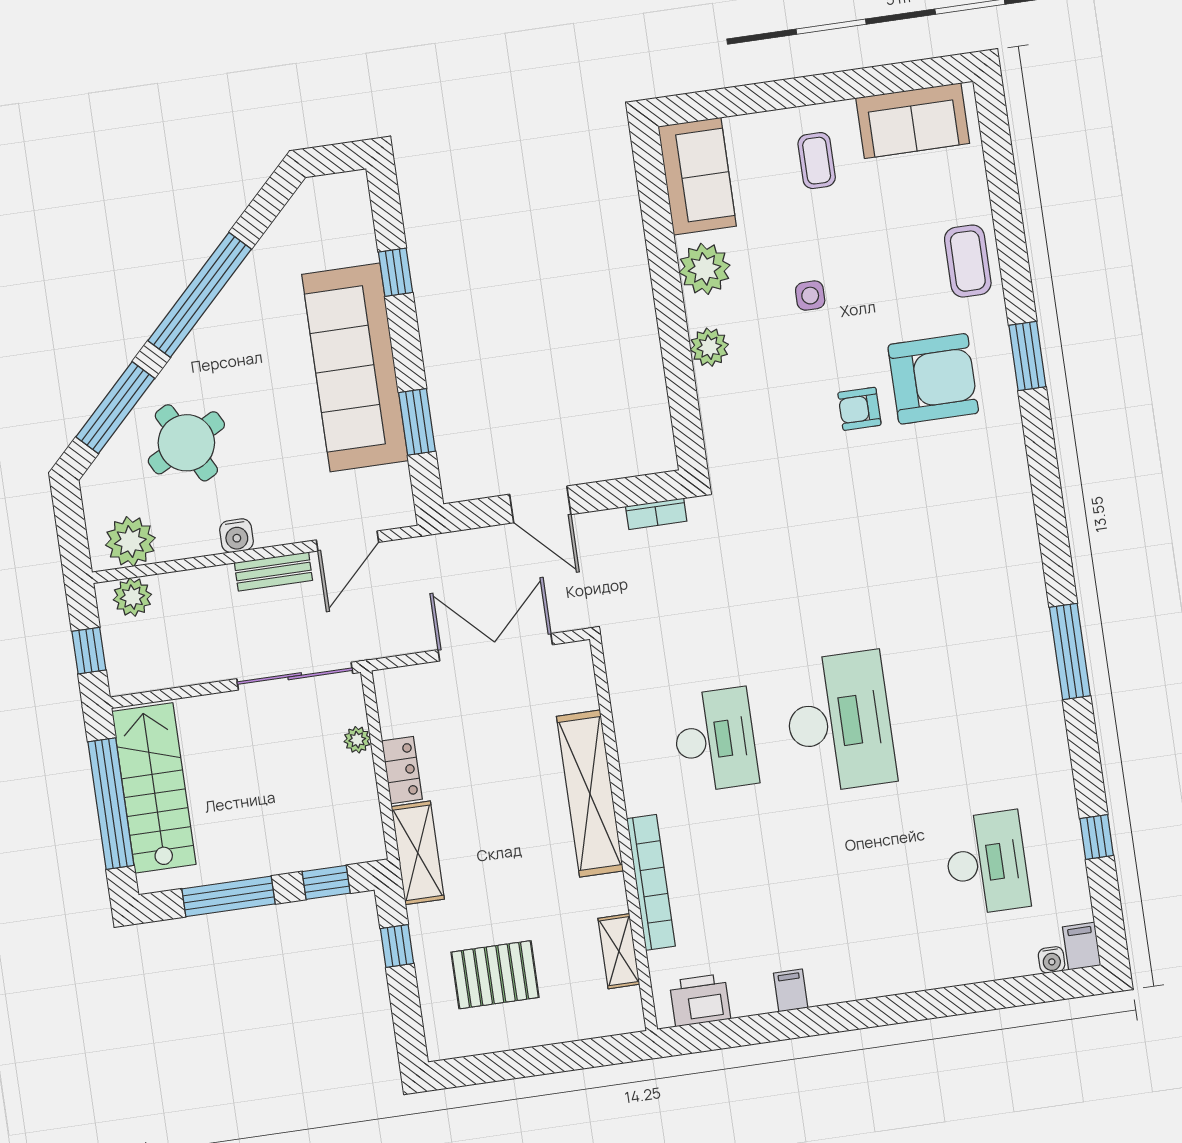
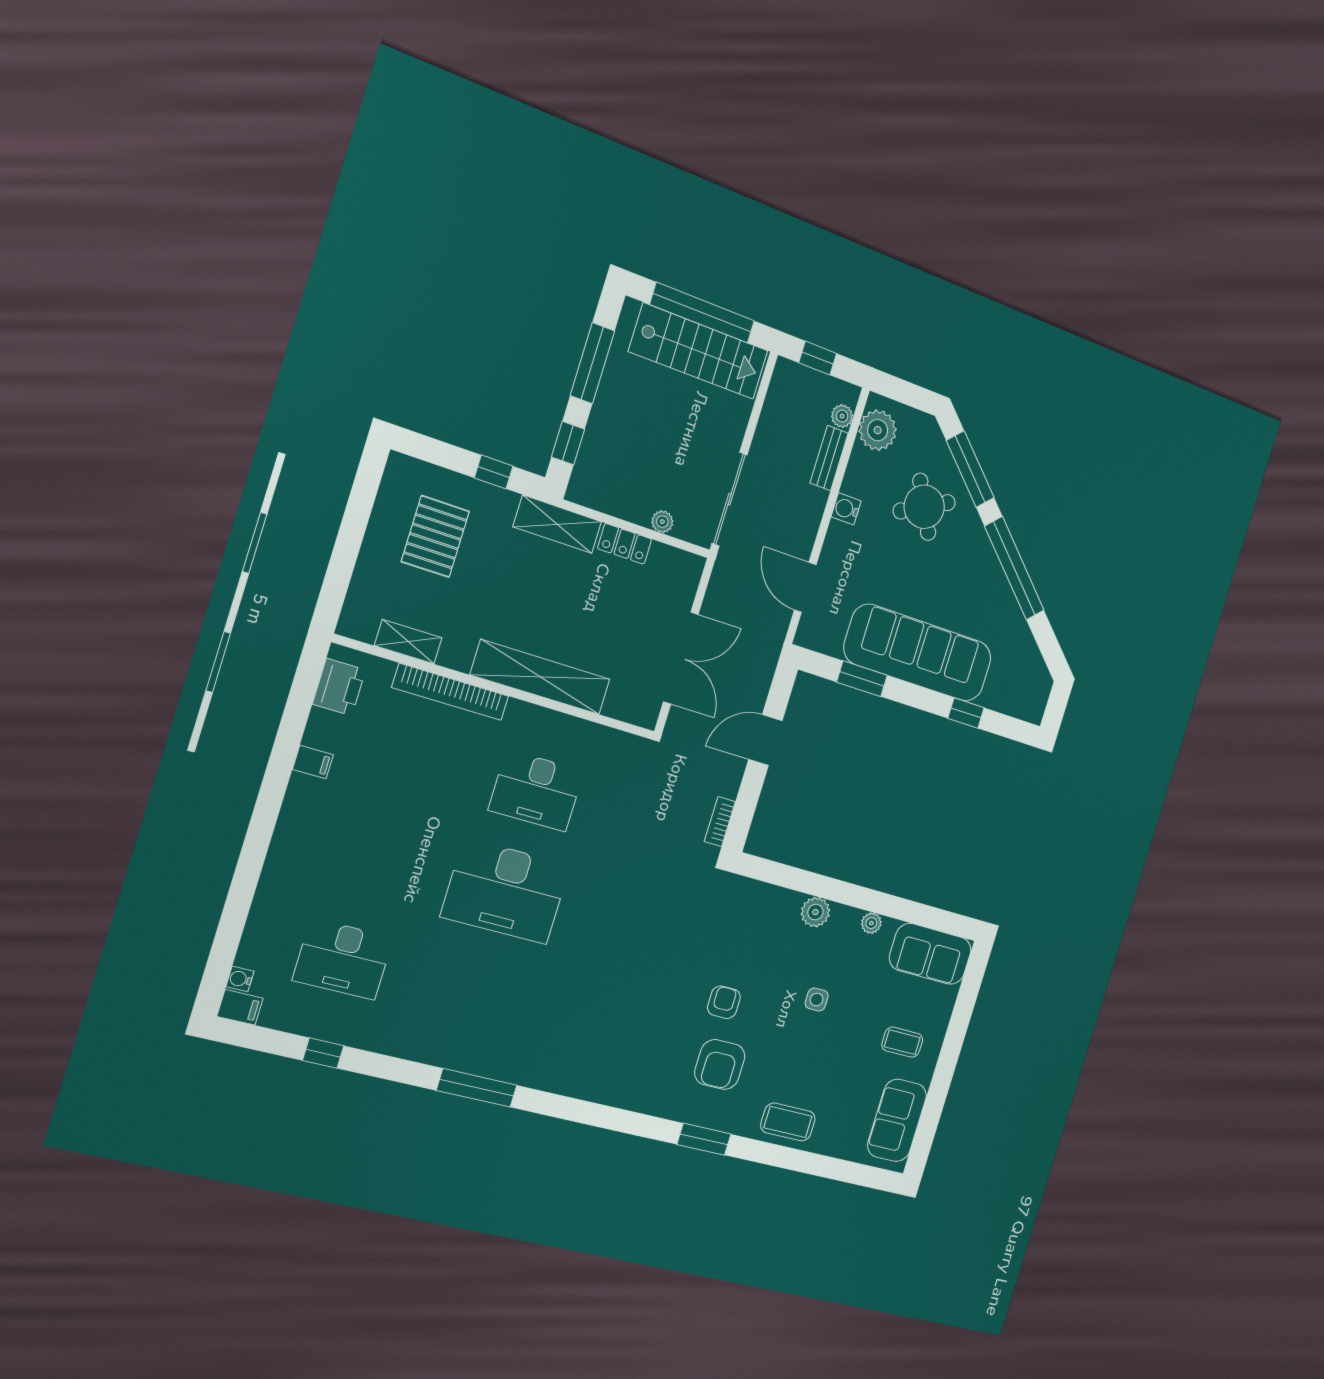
plant: (705, 269) -> (871, 923), width x0.53, depth x0.53
armchair: (933, 379) -> (720, 1064), width x0.73, depth x0.73
bench: (273, 572) -> (829, 458), moved
plant: (132, 597) -> (842, 416), width x0.73, depth x0.73

